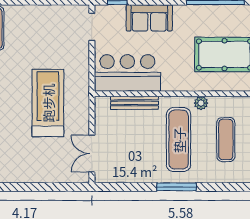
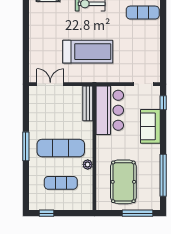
bench: (134, 103) -> (88, 103), moved

